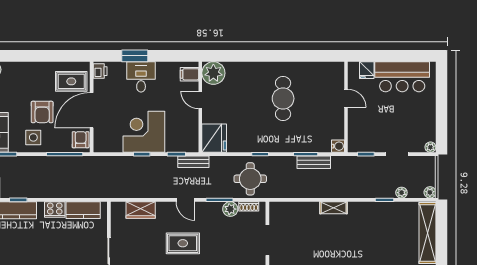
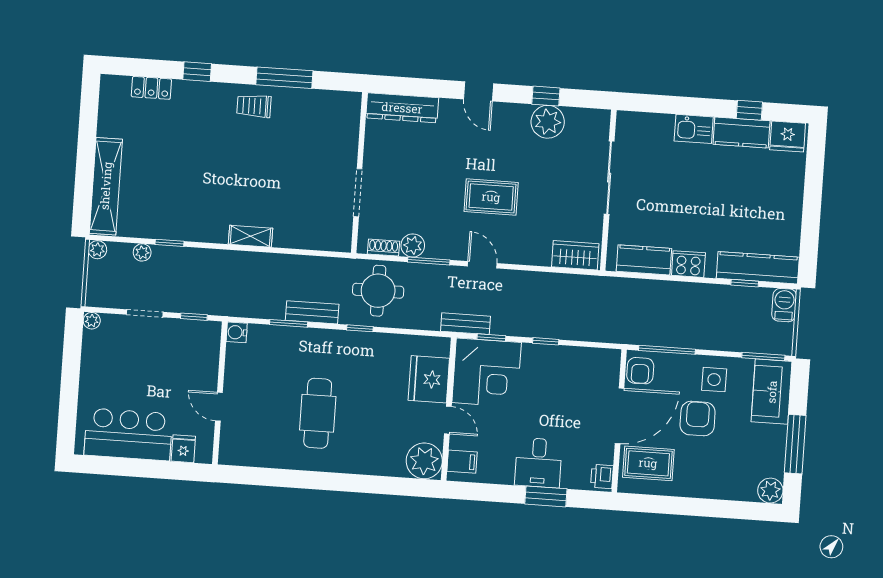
corner desk: (144, 132) -> (487, 373), moved
fridge: (214, 138) -> (429, 379), moved
bench: (314, 162) -> (312, 312), moved
wardrobe: (141, 210) -> (575, 255), moved

